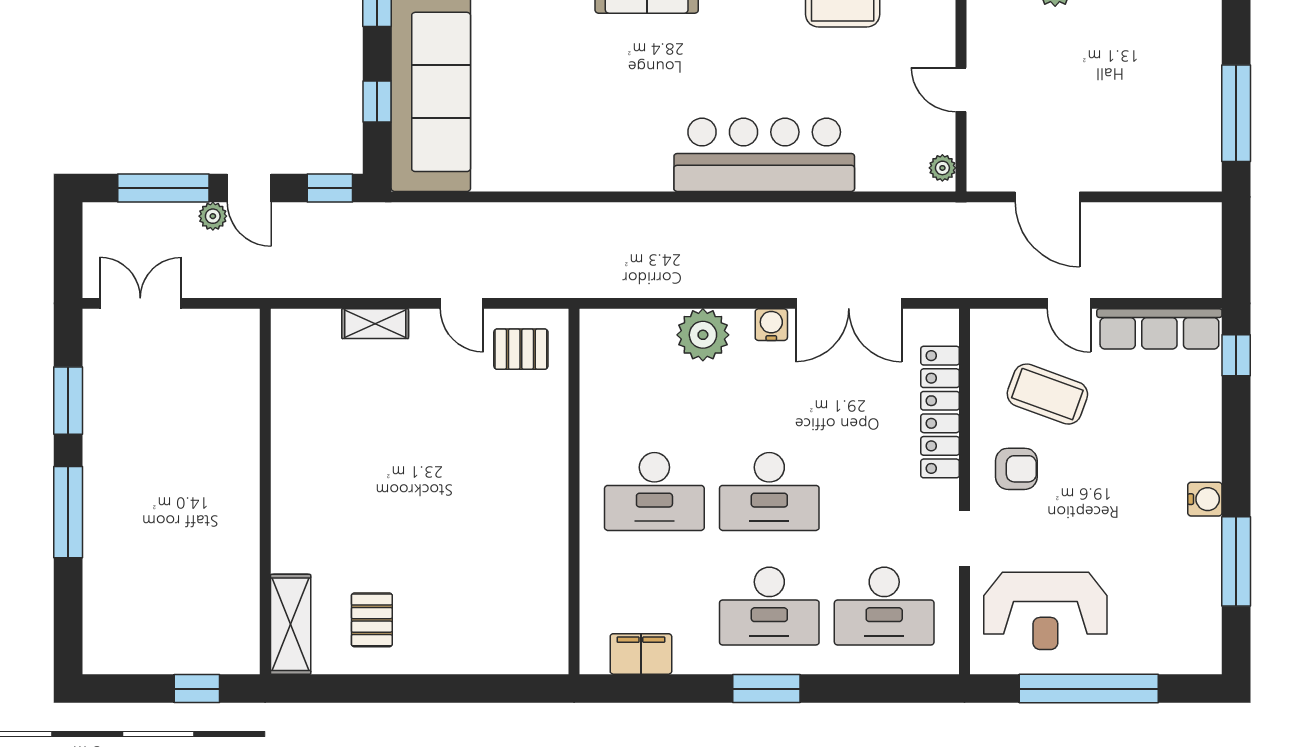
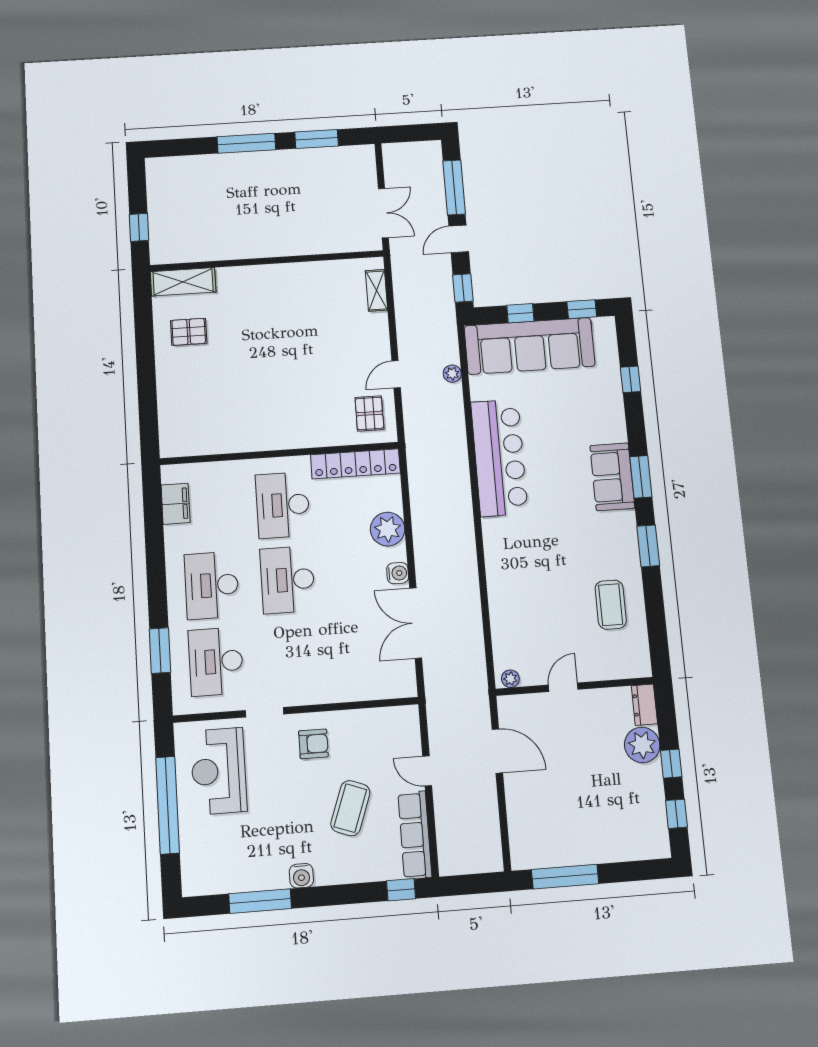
bar counter: (764, 155) -> (499, 458), moved
door: (1047, 197) -> (497, 751), swing flipped
plant: (213, 216) -> (452, 374), moved
double door: (140, 303) -> (383, 213), moved
door: (1069, 303) -> (427, 771), hinge flipped
shelving: (375, 324) -> (376, 290), moved
coffee table: (1047, 394) -> (350, 808), moved
locker: (940, 412) -> (355, 464), moved, turned 180
armchair: (1016, 469) -> (313, 744), turned -90
window: (766, 689) -> (160, 651), moved

